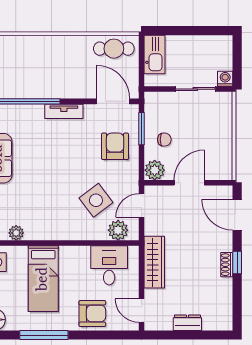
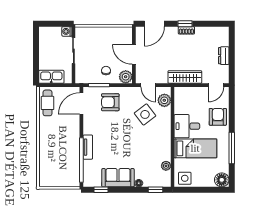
tv unit: (64, 111) -> (88, 147), moved
desk: (109, 265) -> (187, 126), moved

